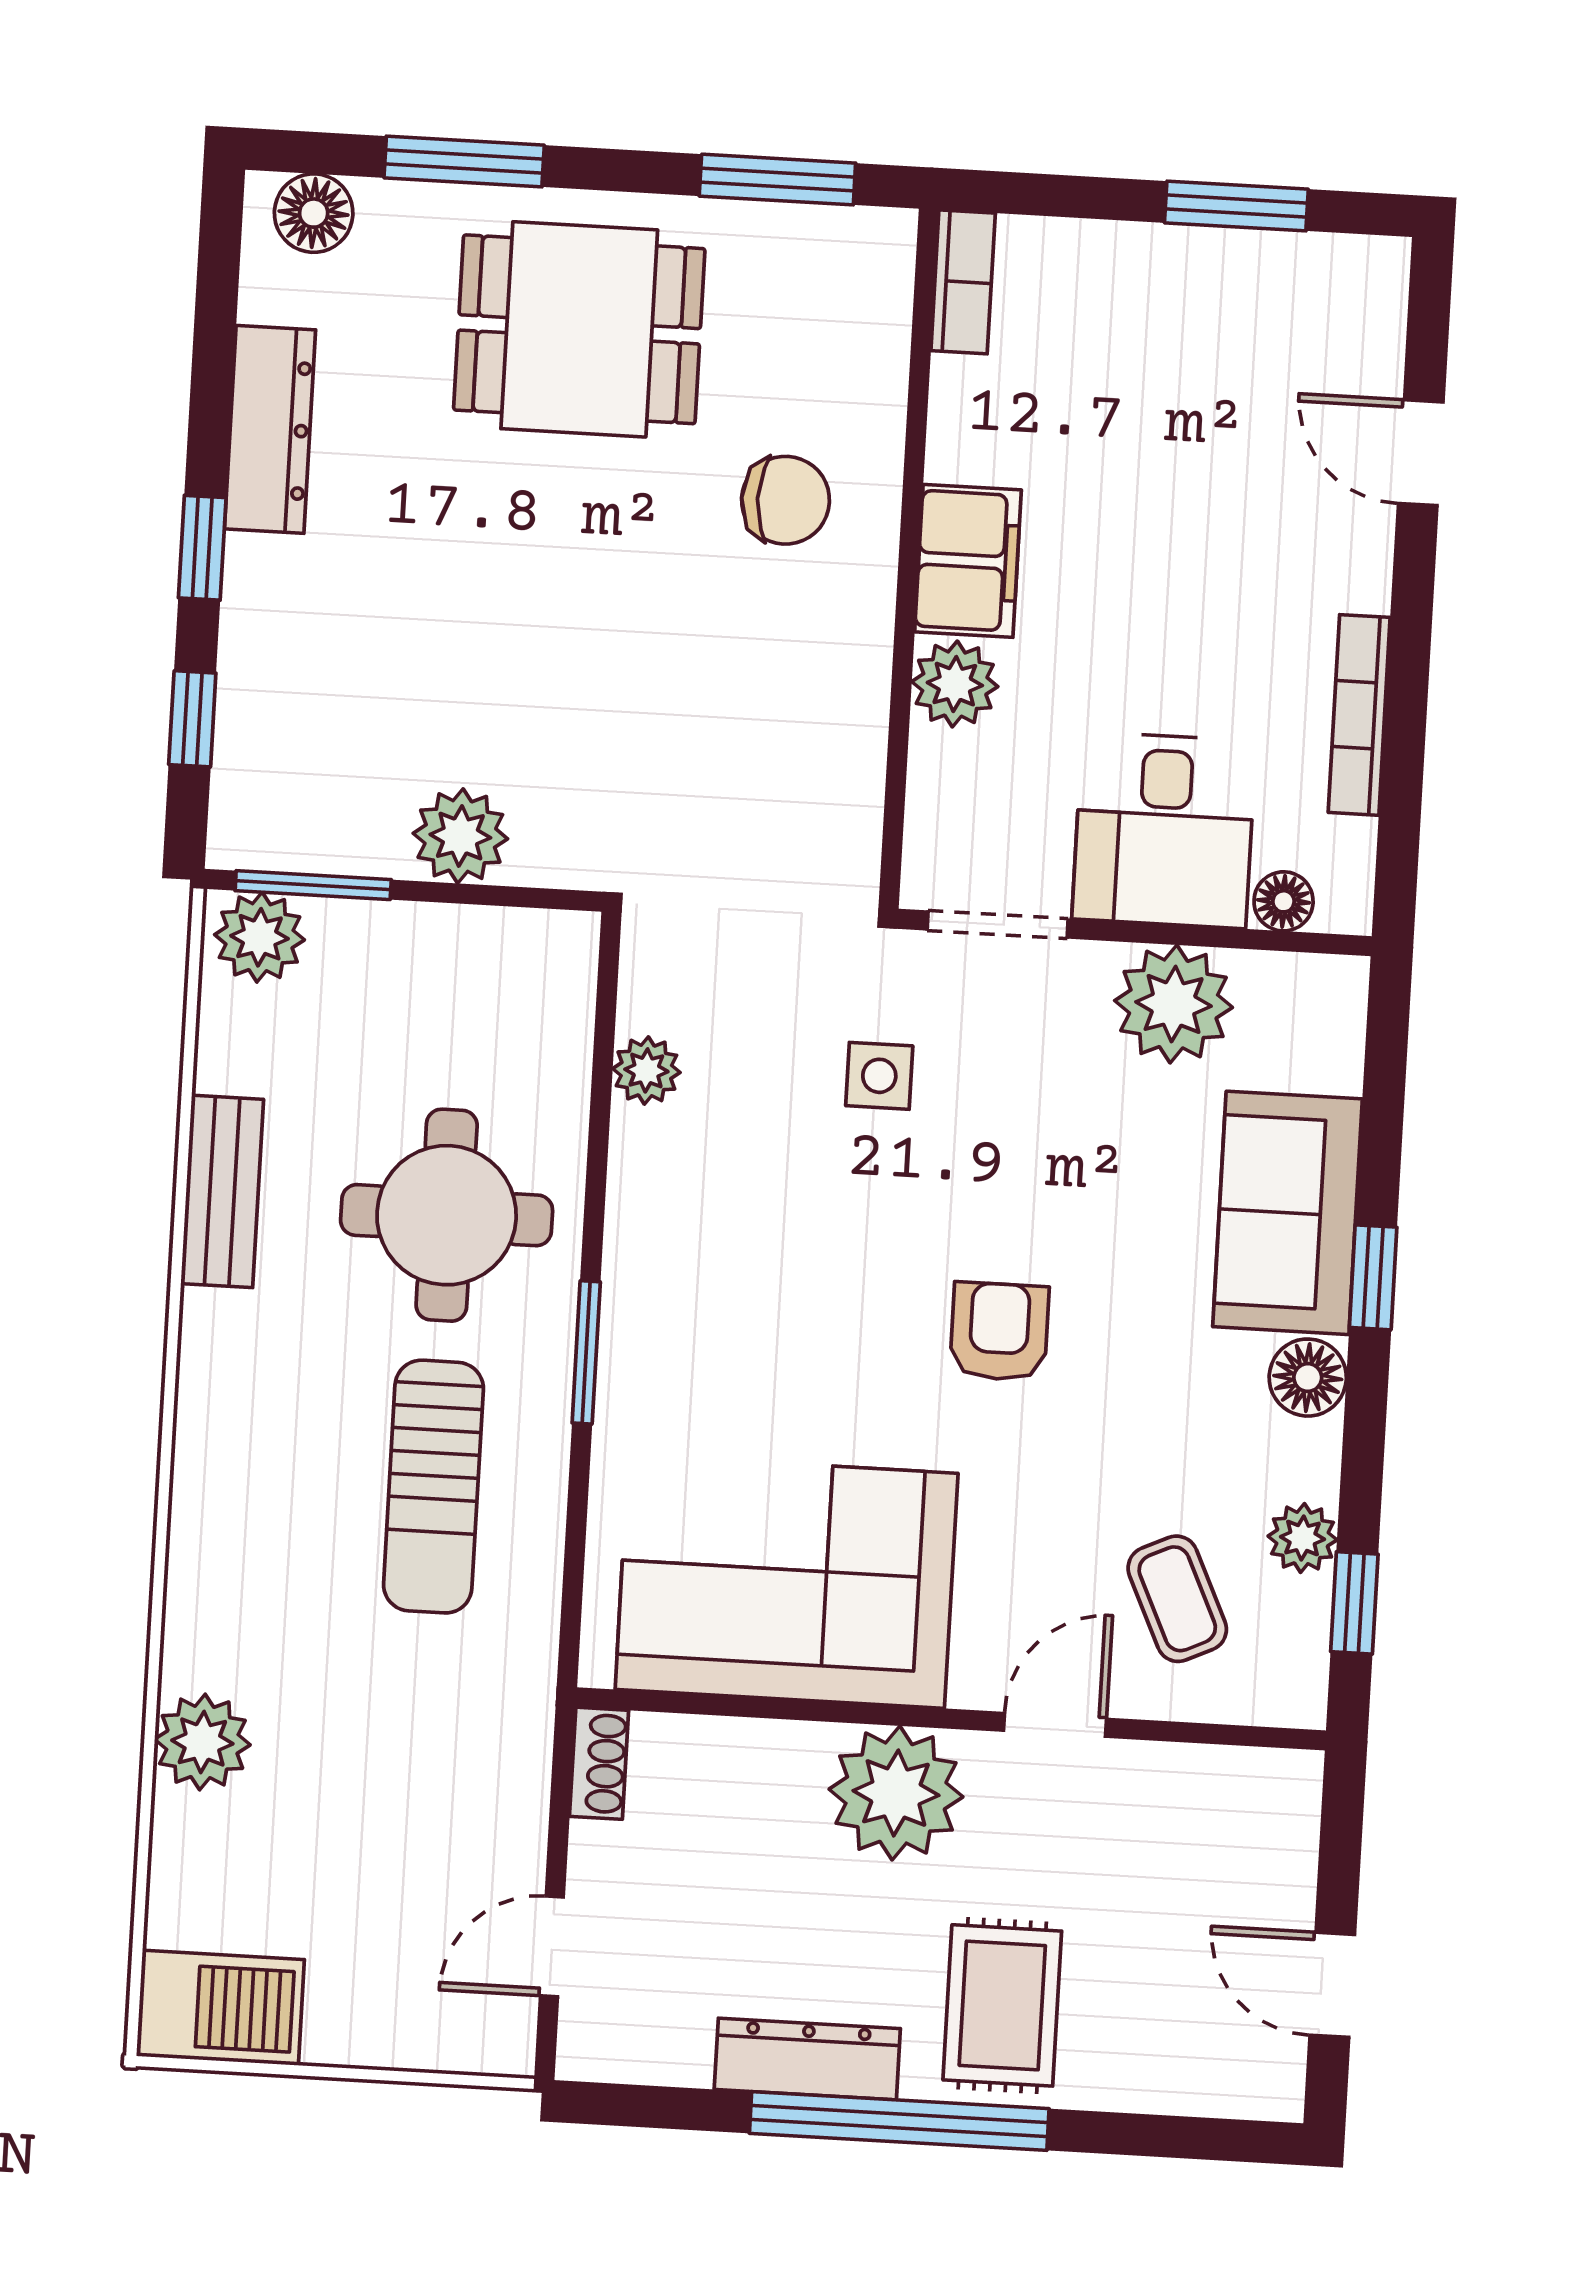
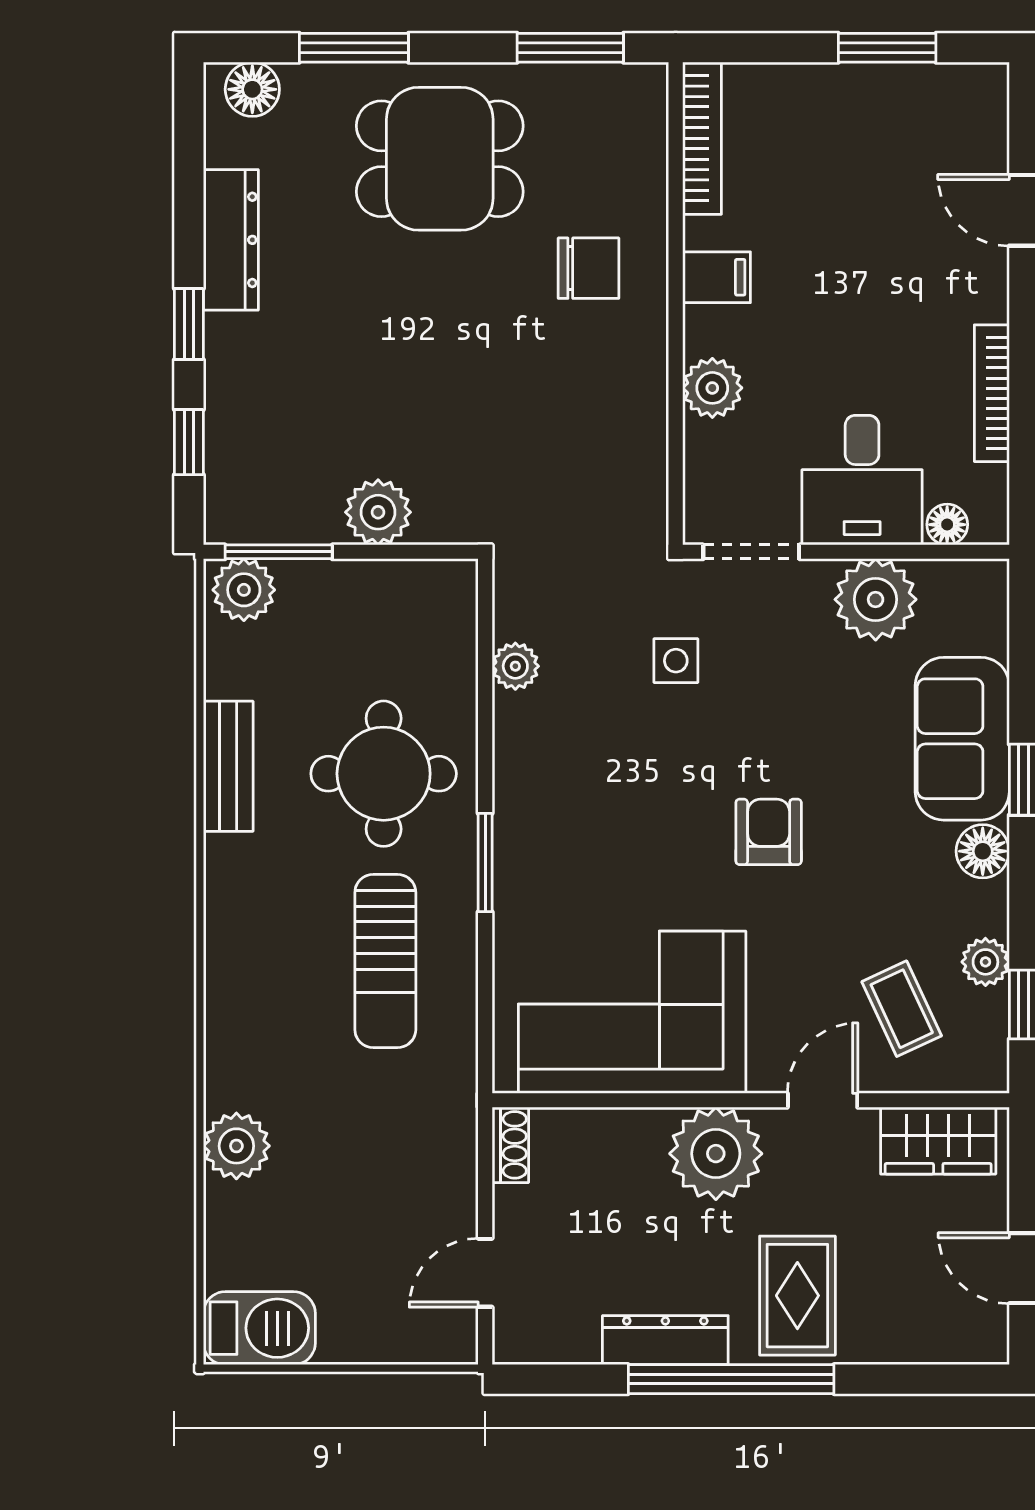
bookcase: (963, 282) -> (702, 138), width x1.56
filing cabinet: (968, 561) -> (716, 277), width x0.50
wardrobe: (1219, 1793) -> (938, 1141), added

